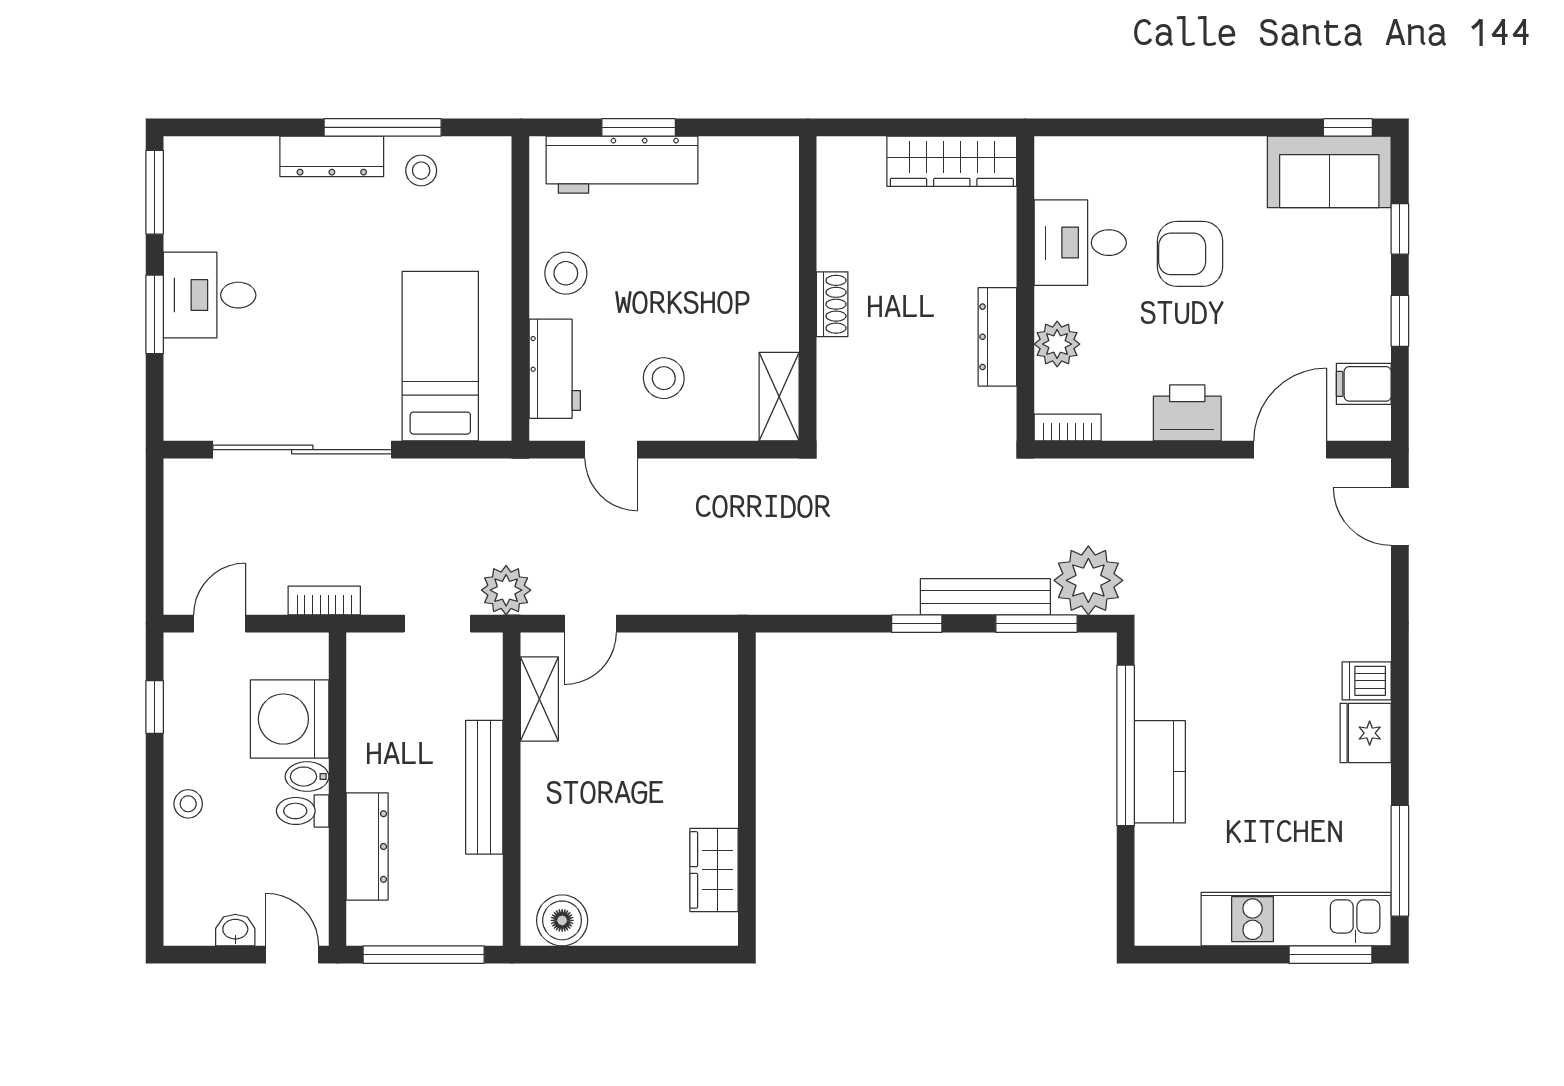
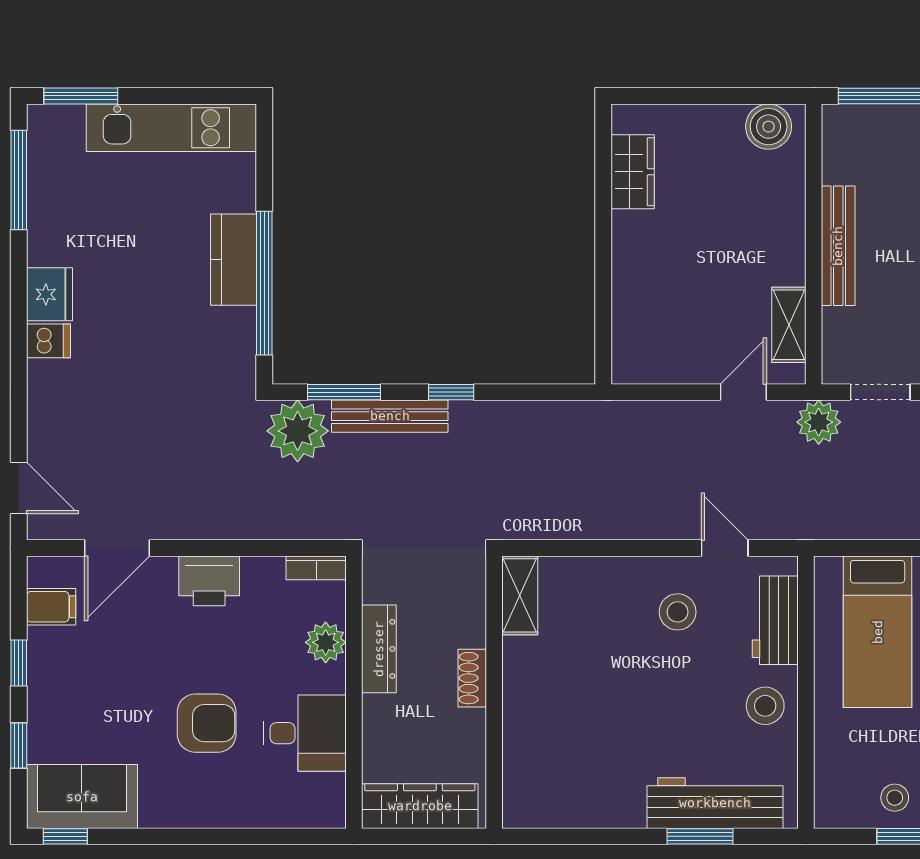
wall: (808, 288) -> (494, 692), moved
shoe rack: (832, 304) -> (472, 678), moved
shelving: (779, 397) -> (520, 595), moved
kitchen unit: (1296, 919) -> (171, 128), moved

